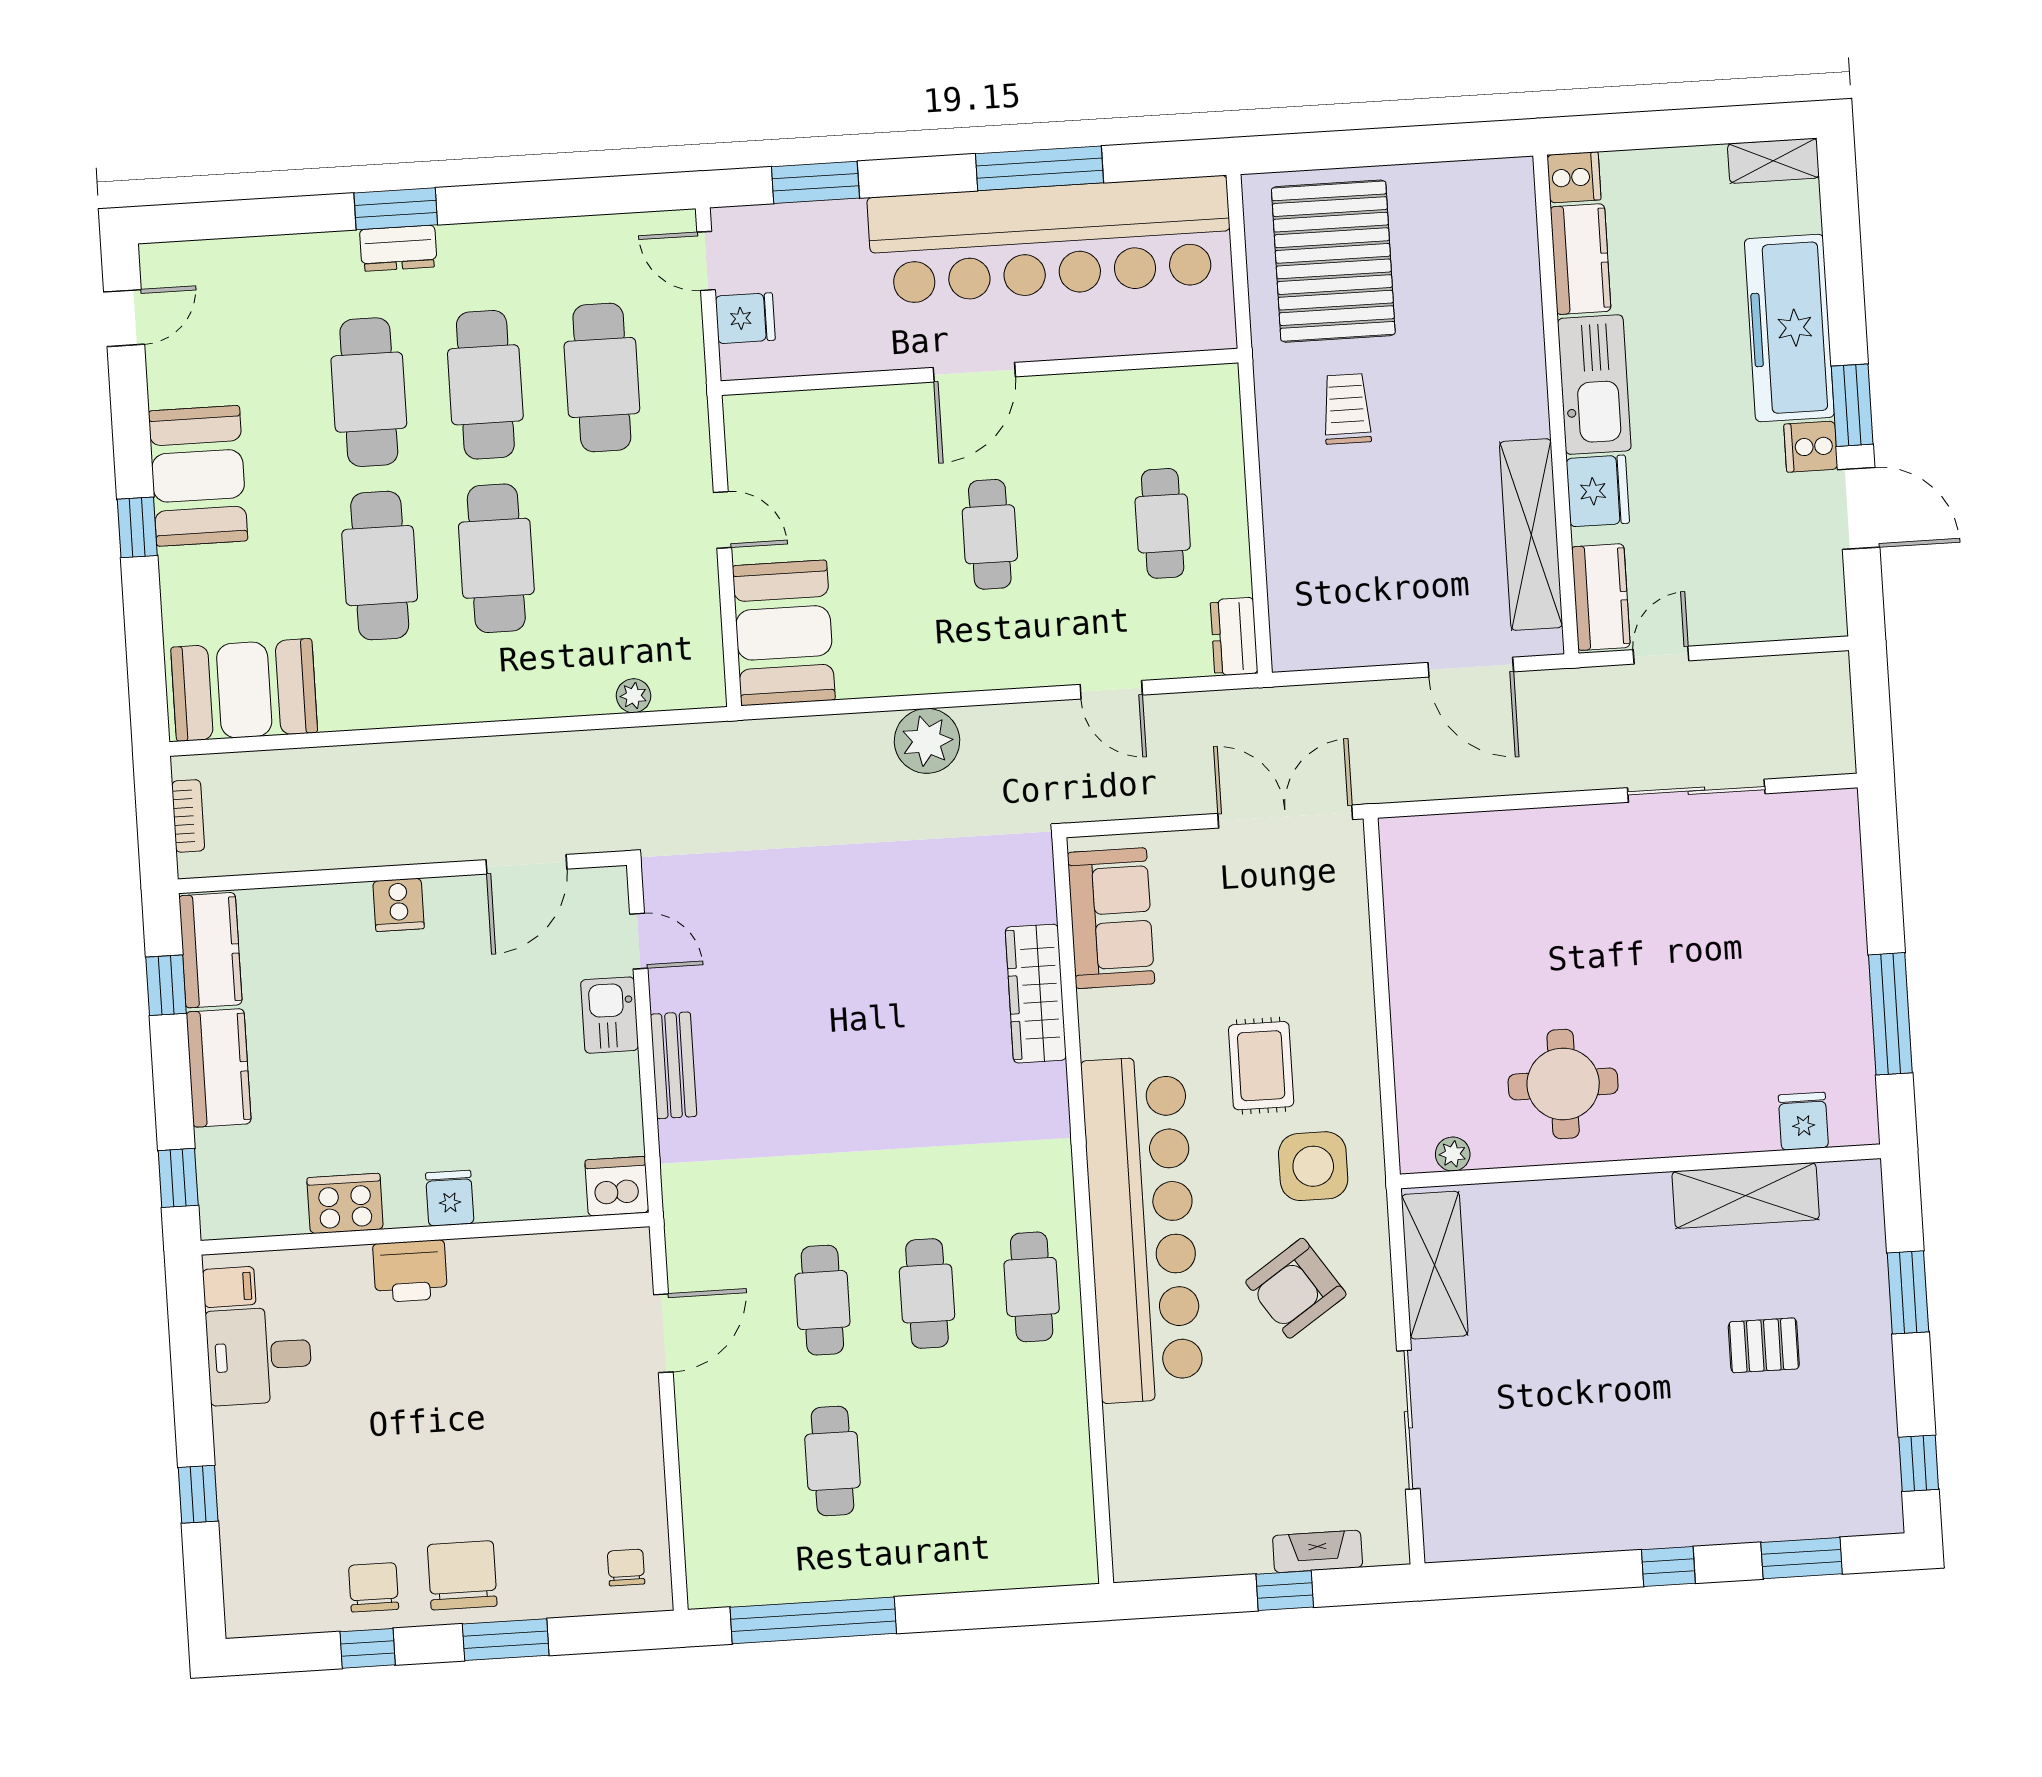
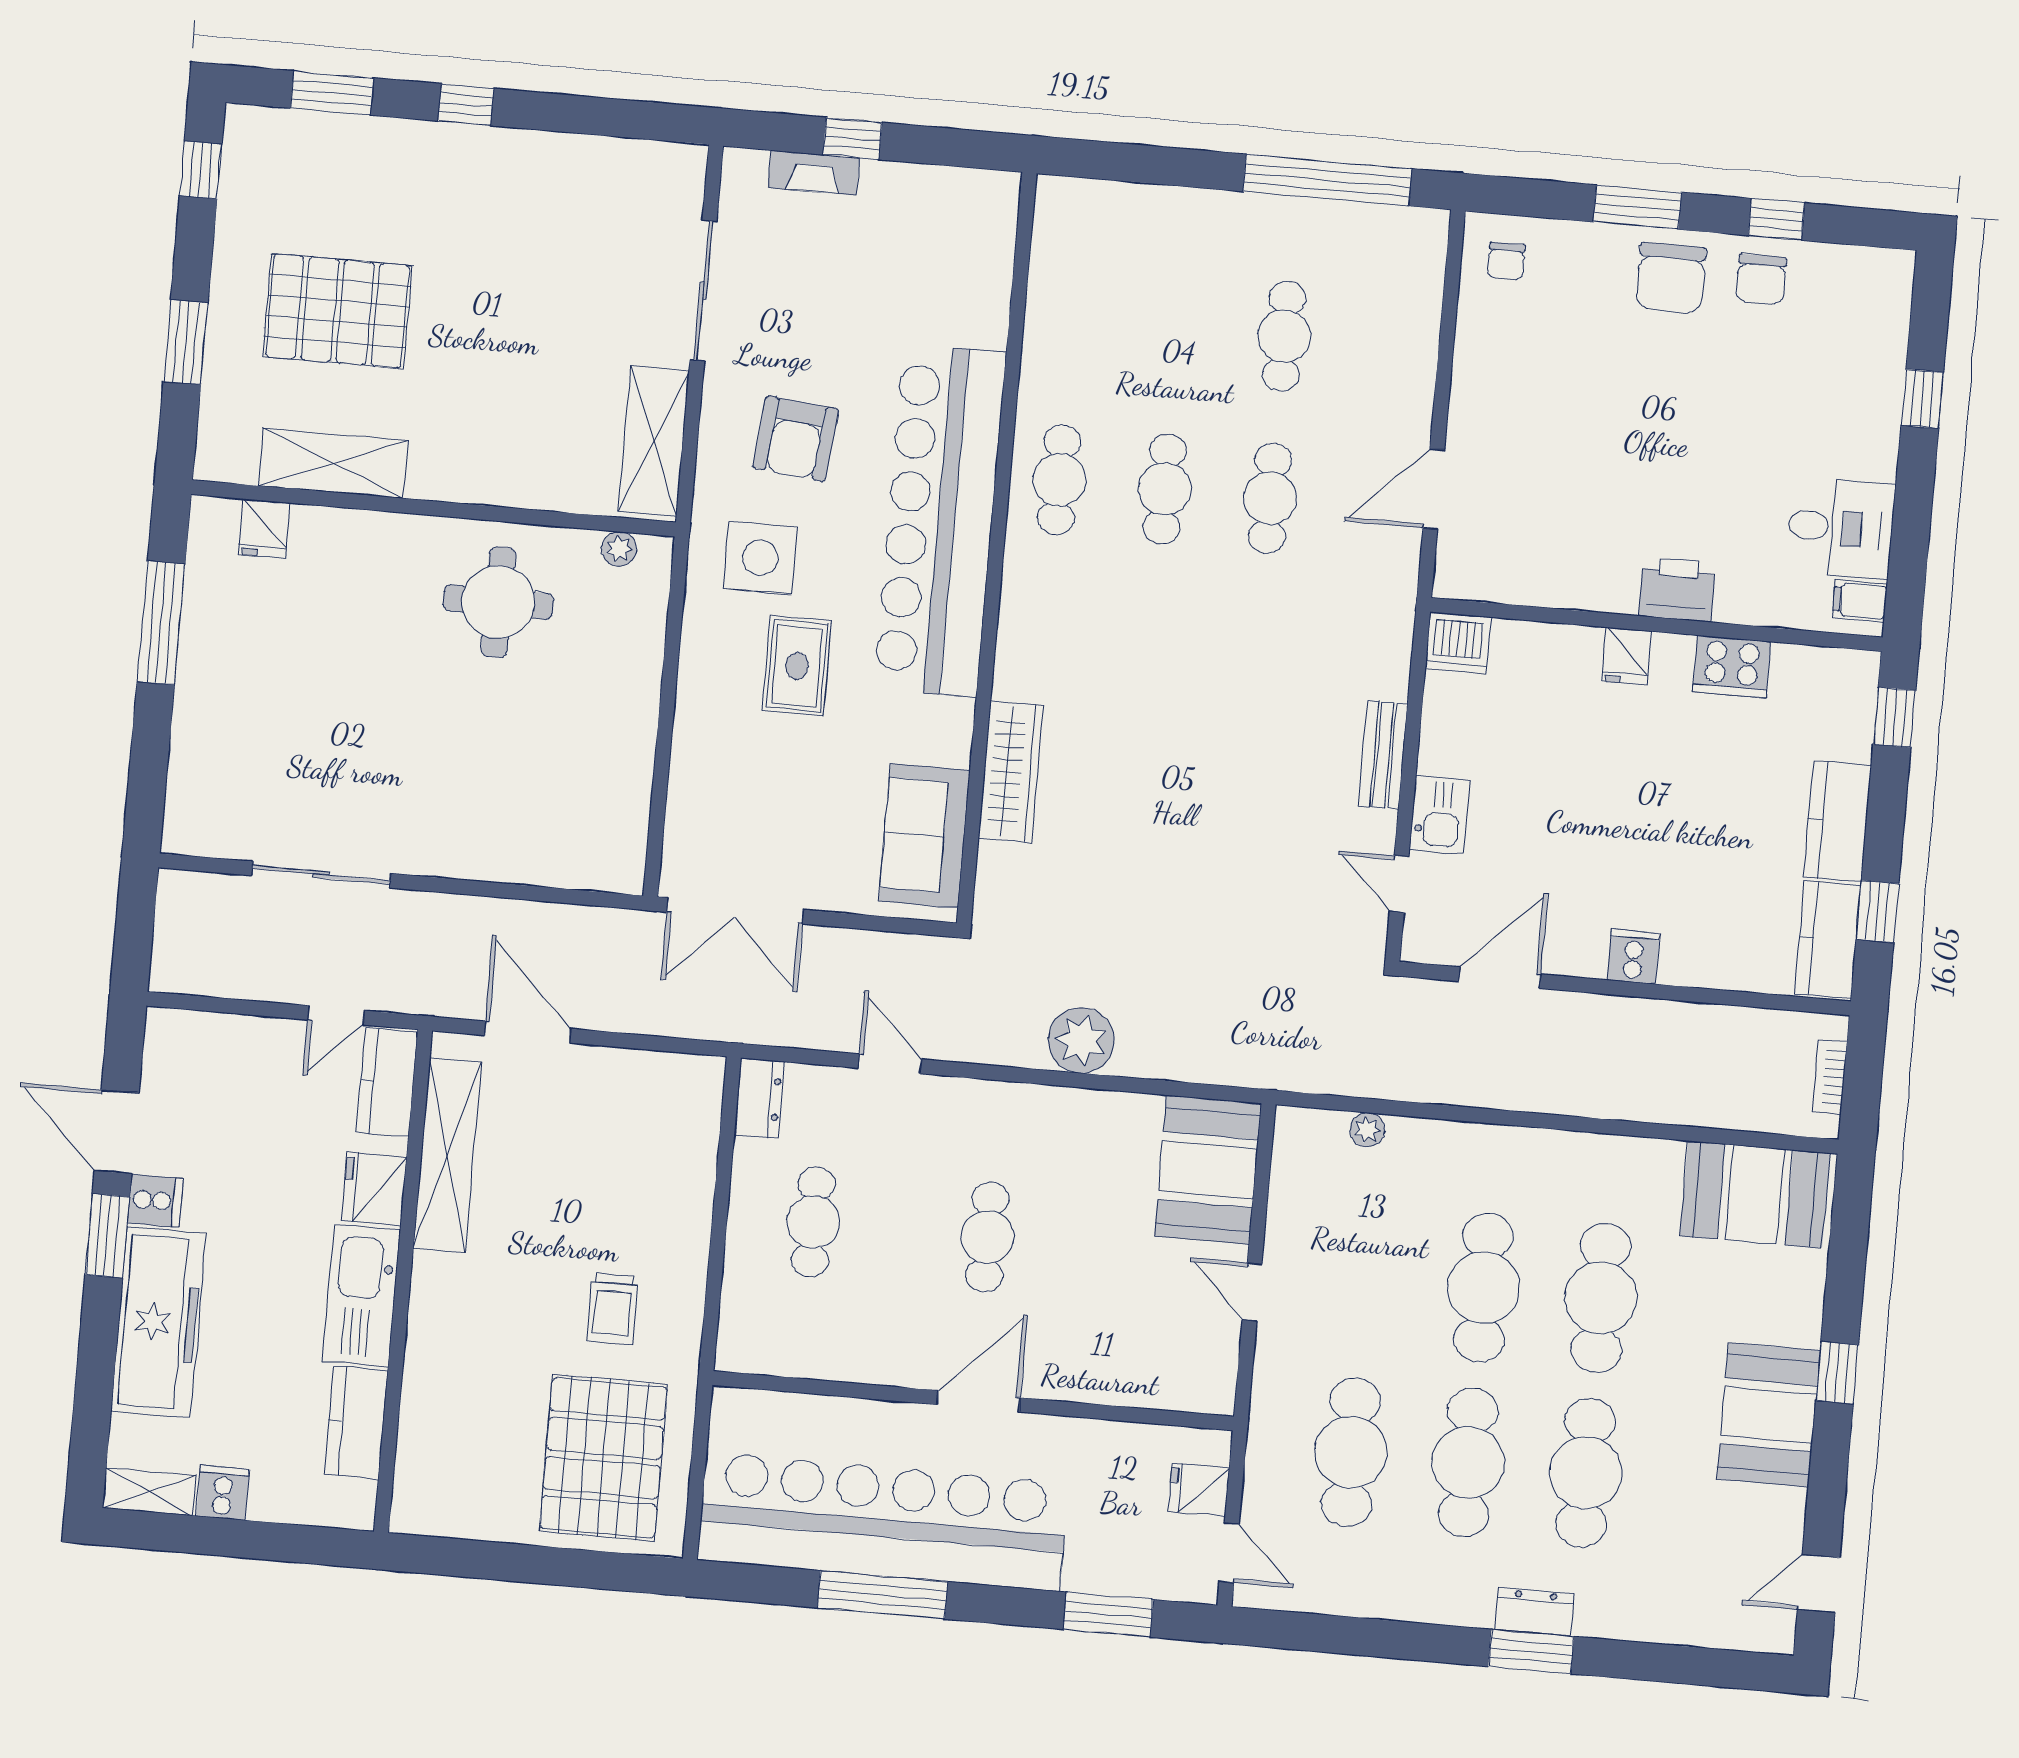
cooker: (1574, 177) -> (223, 1493), moved, turned 90
armchair: (1296, 1288) -> (796, 439), turned 130
pallet: (1764, 1345) -> (337, 311), width x2.05, depth x2.00

